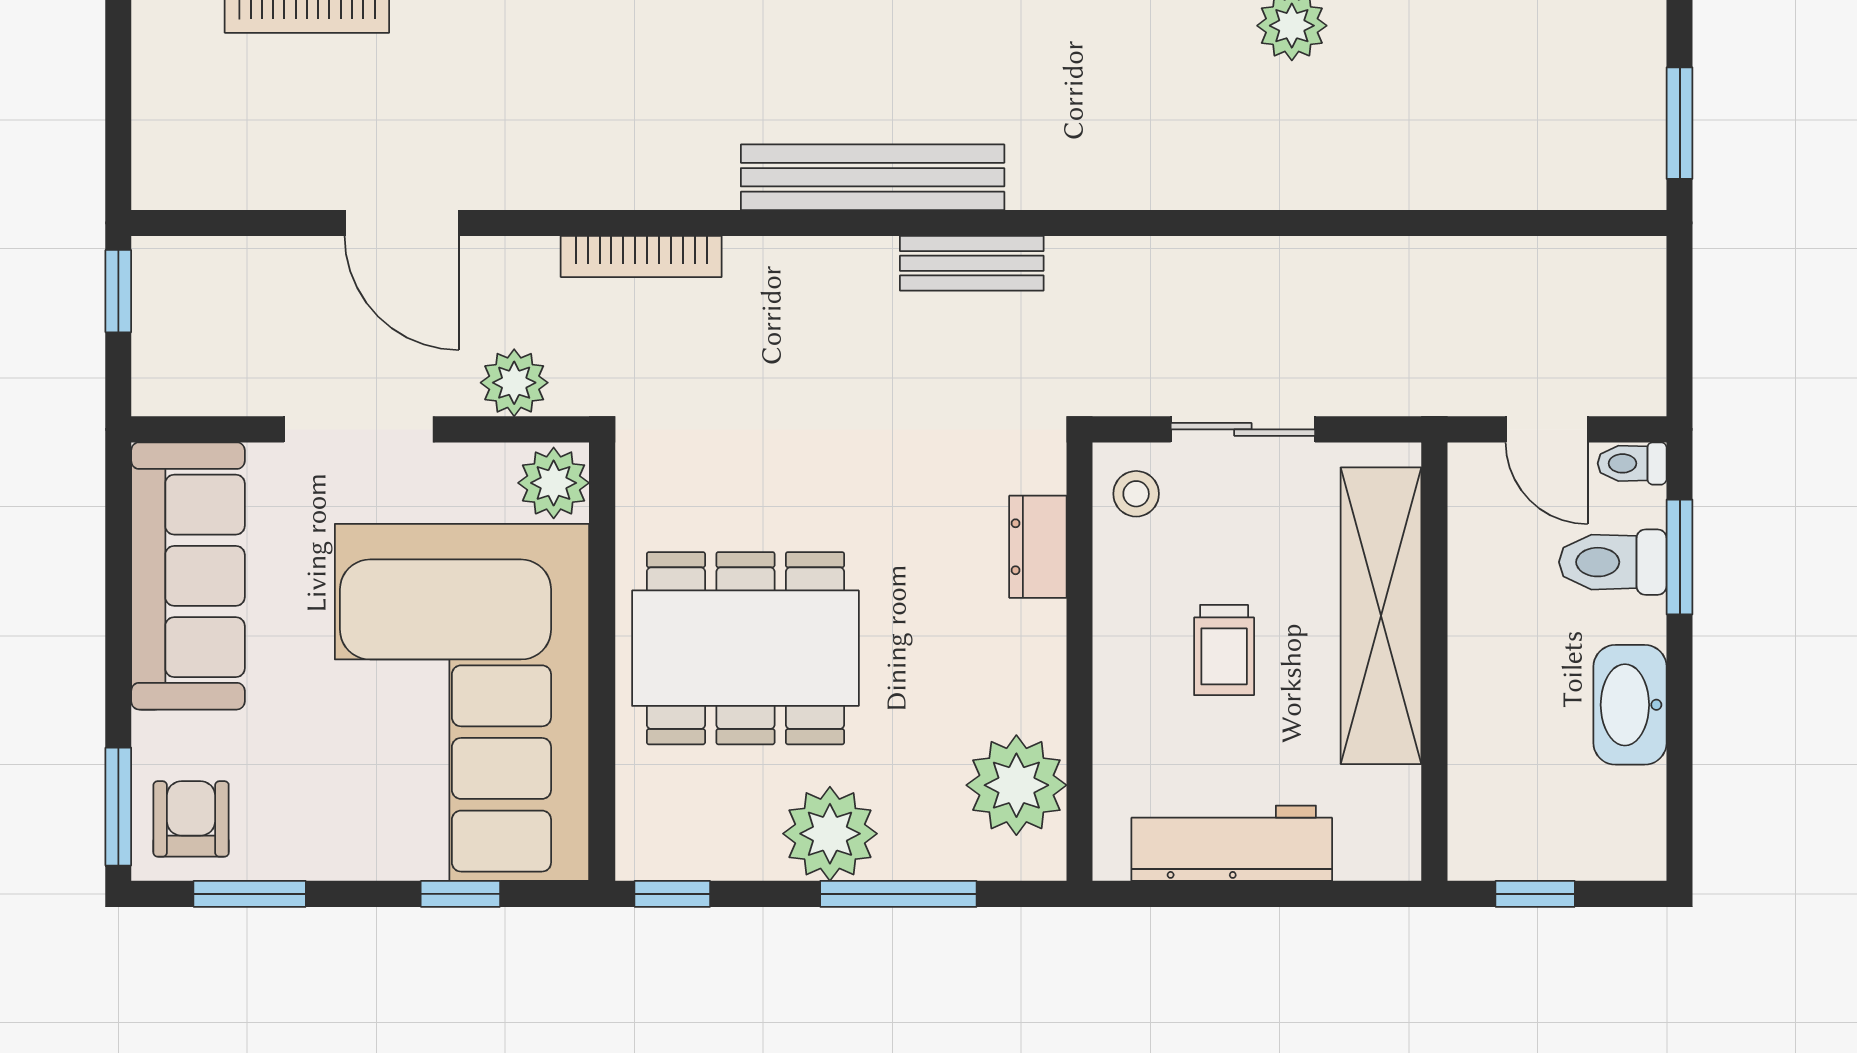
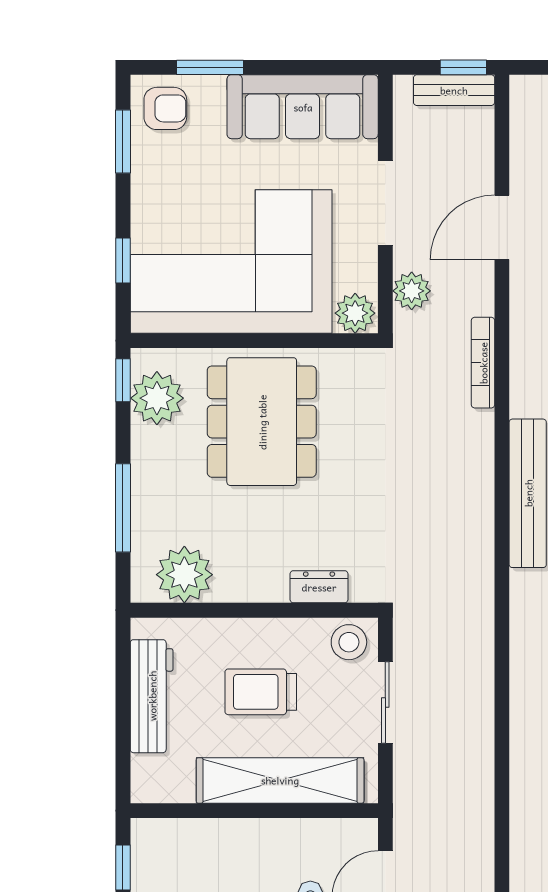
bench: (972, 263) -> (454, 90), moved, turned 90
stool: (1136, 494) -> (349, 642), width x1.37, depth x1.37
trolley: (1224, 650) -> (261, 692), width x1.36, depth x1.39
window: (118, 807) -> (210, 67), moved
plant: (830, 834) -> (157, 398), moved

